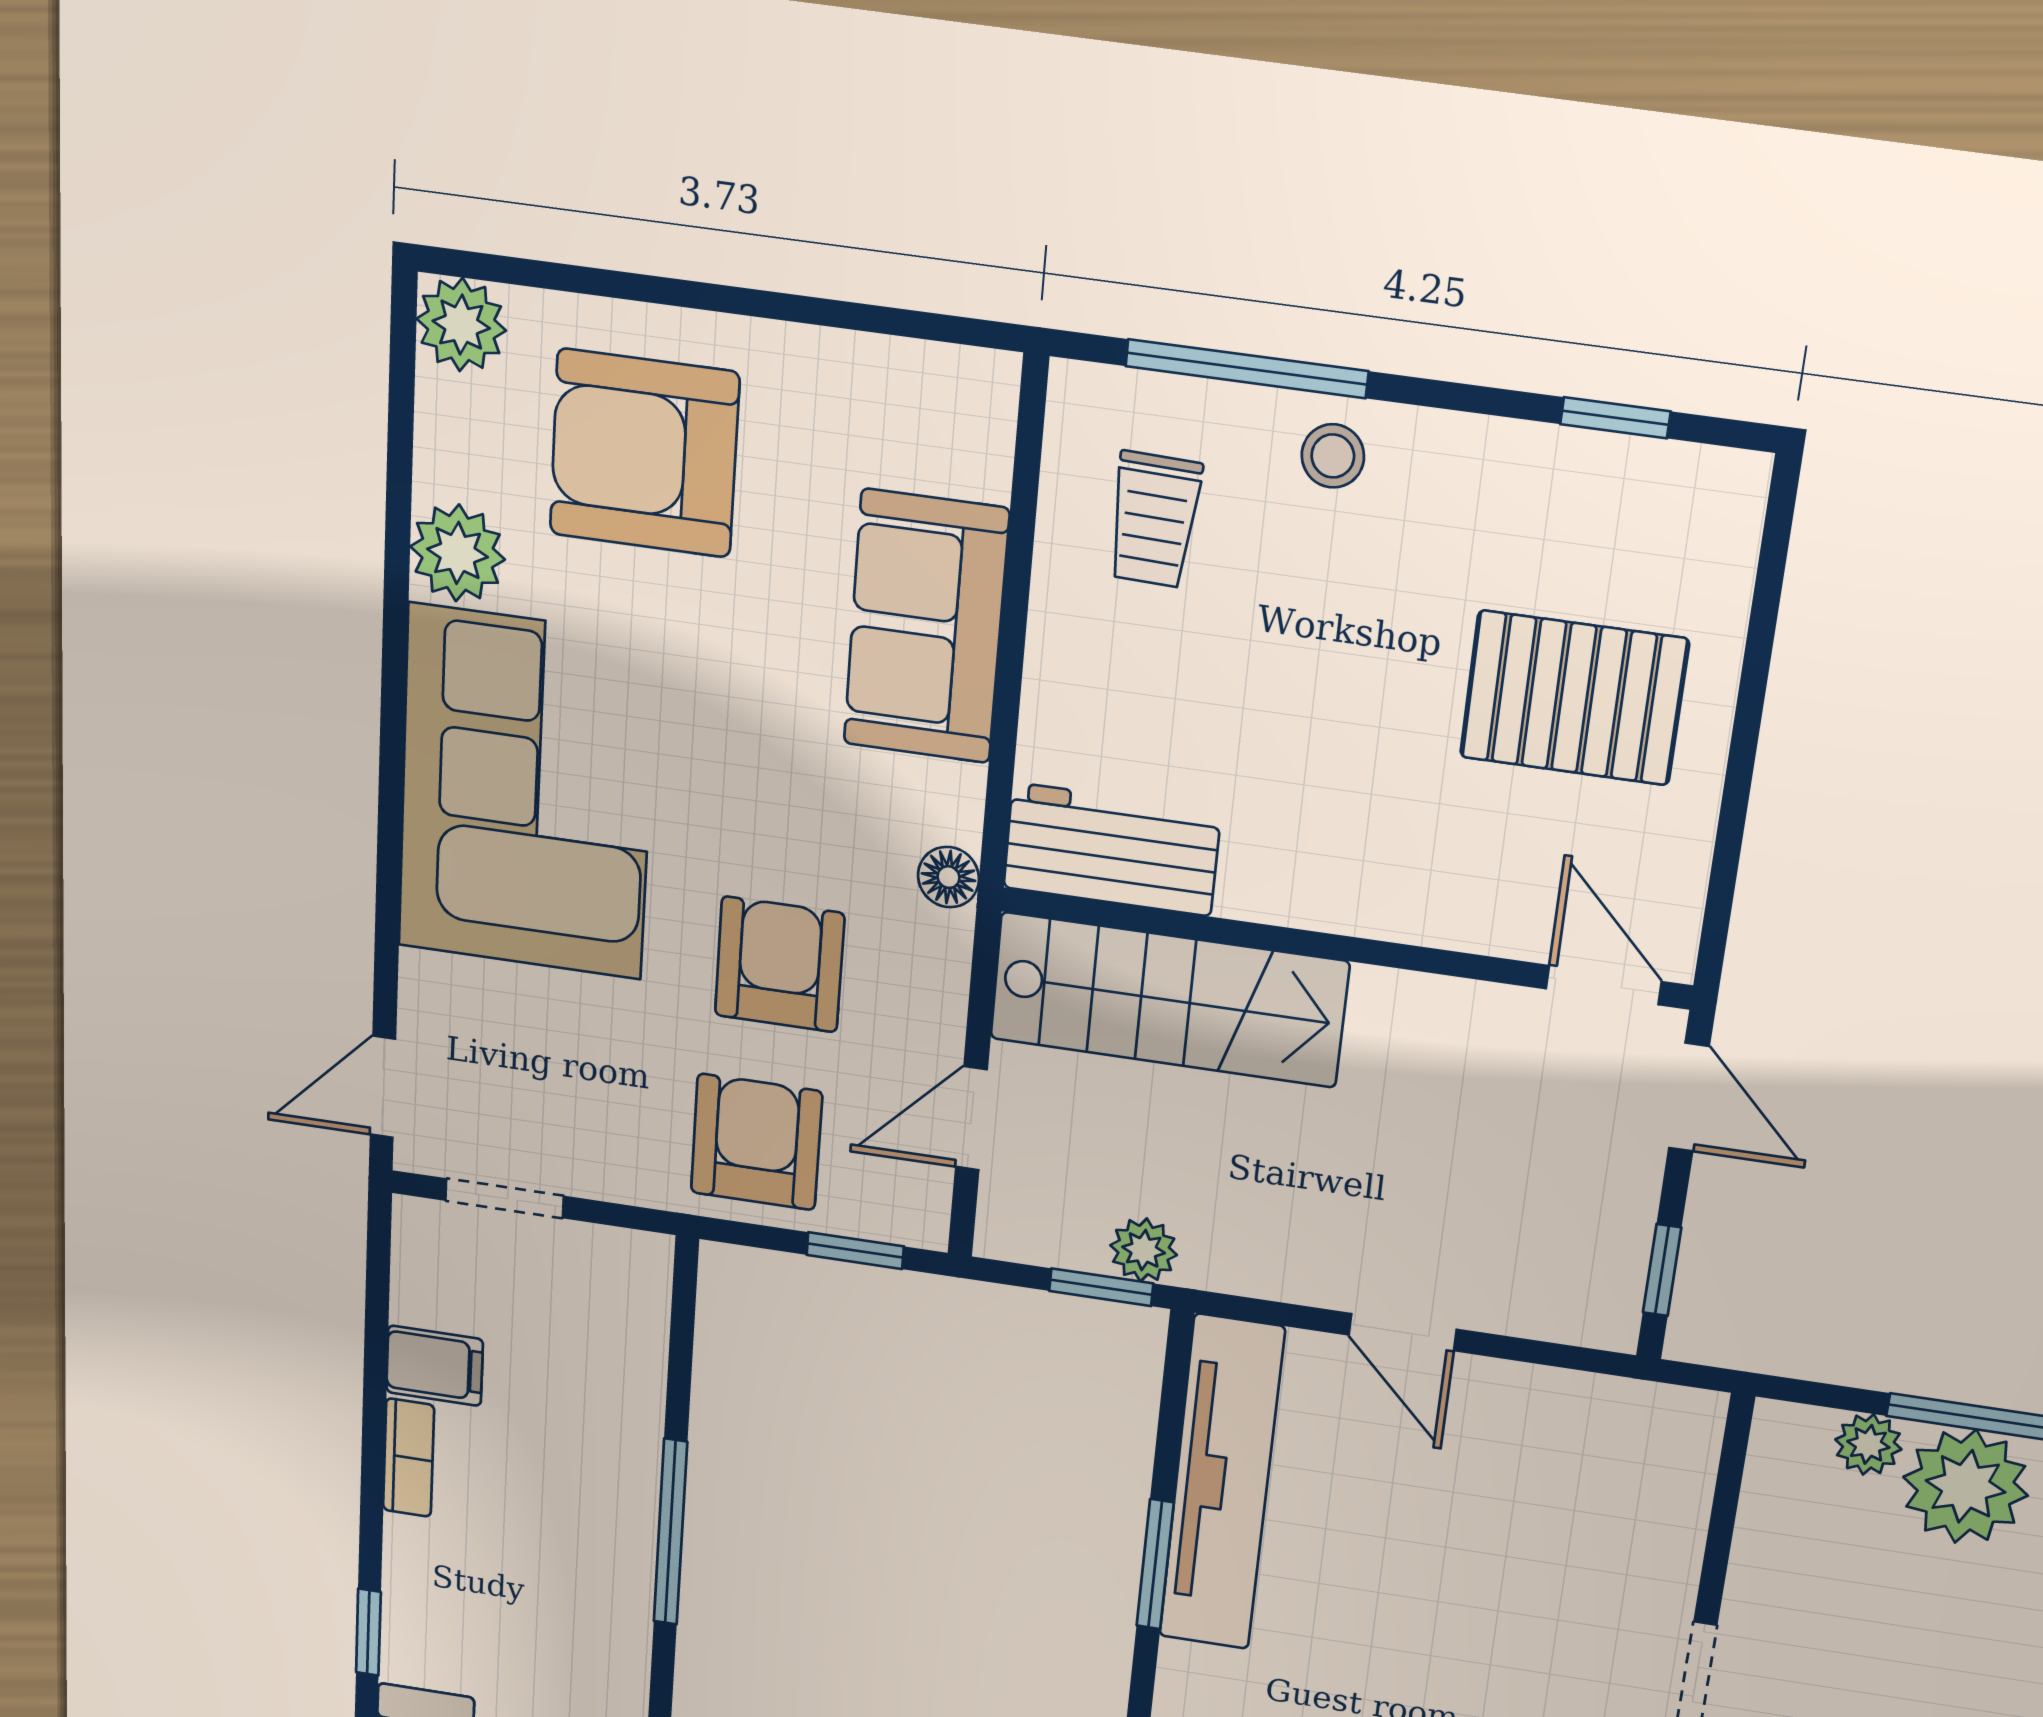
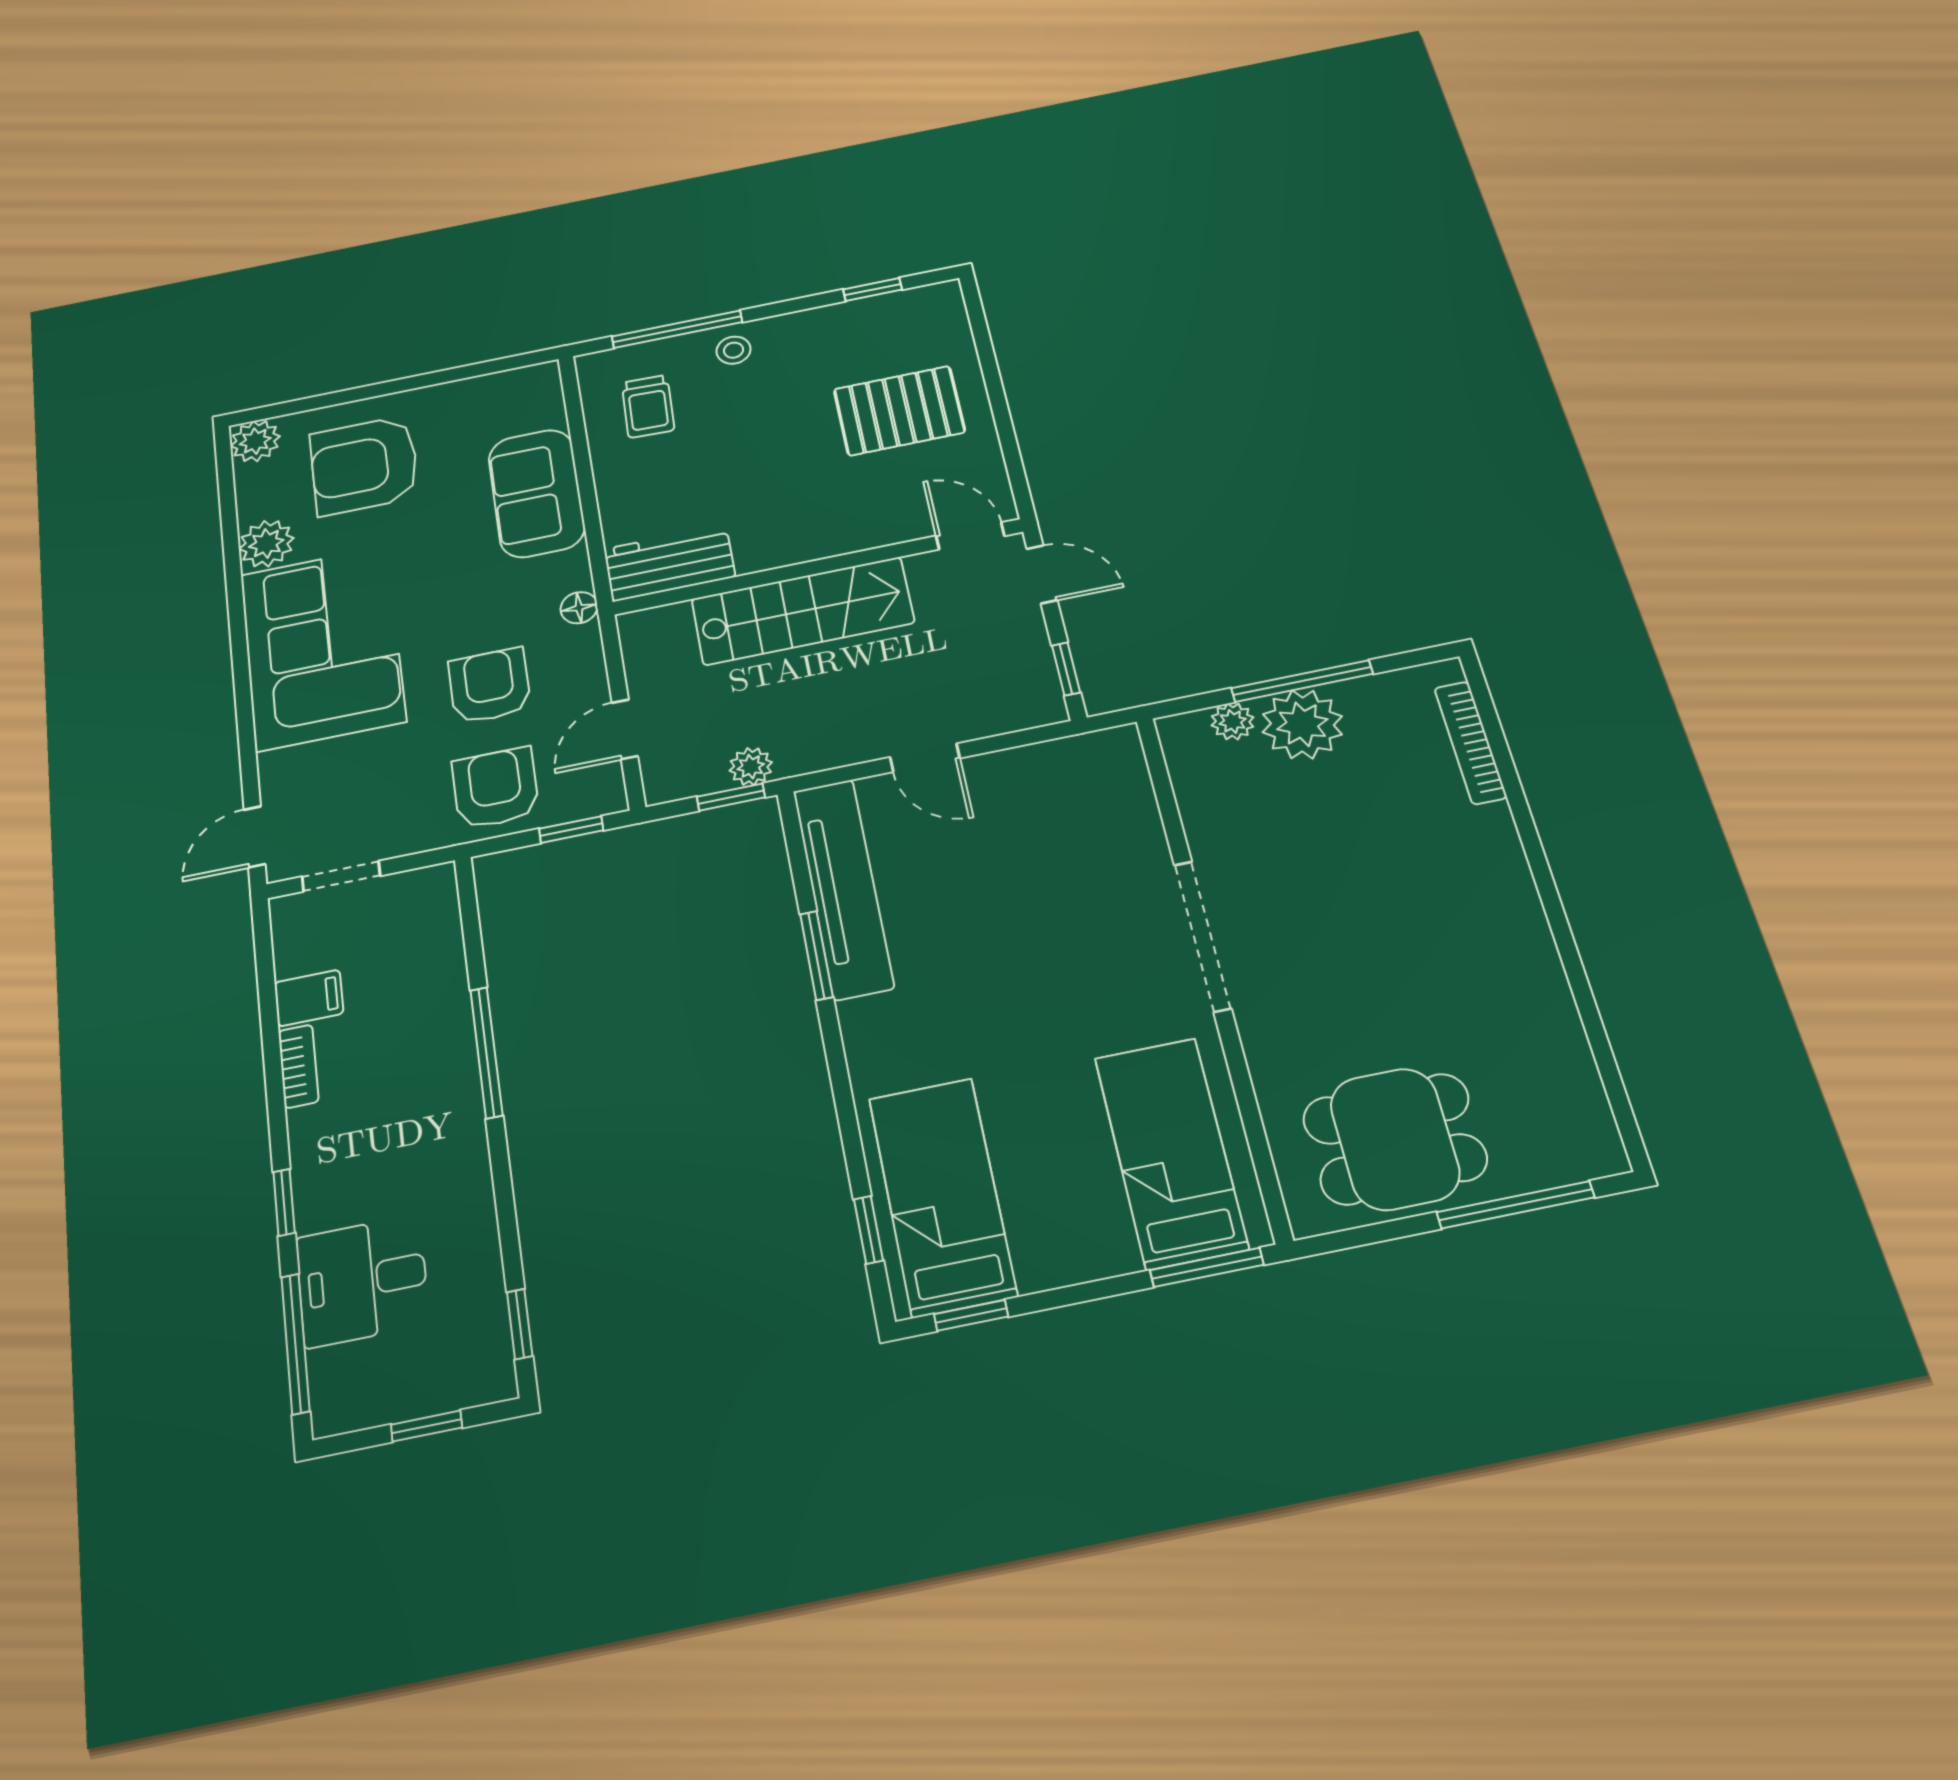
stairs: (1169, 1000) -> (803, 611), moved

